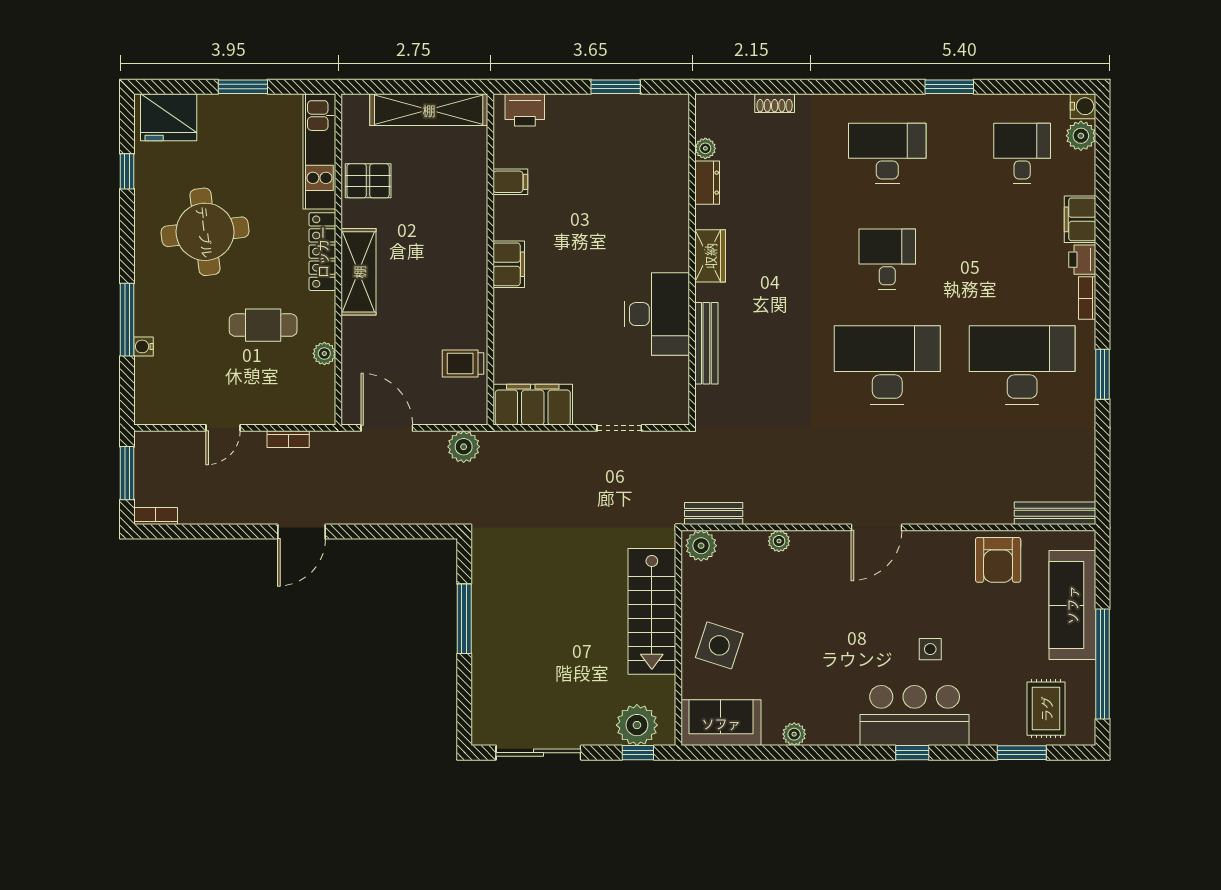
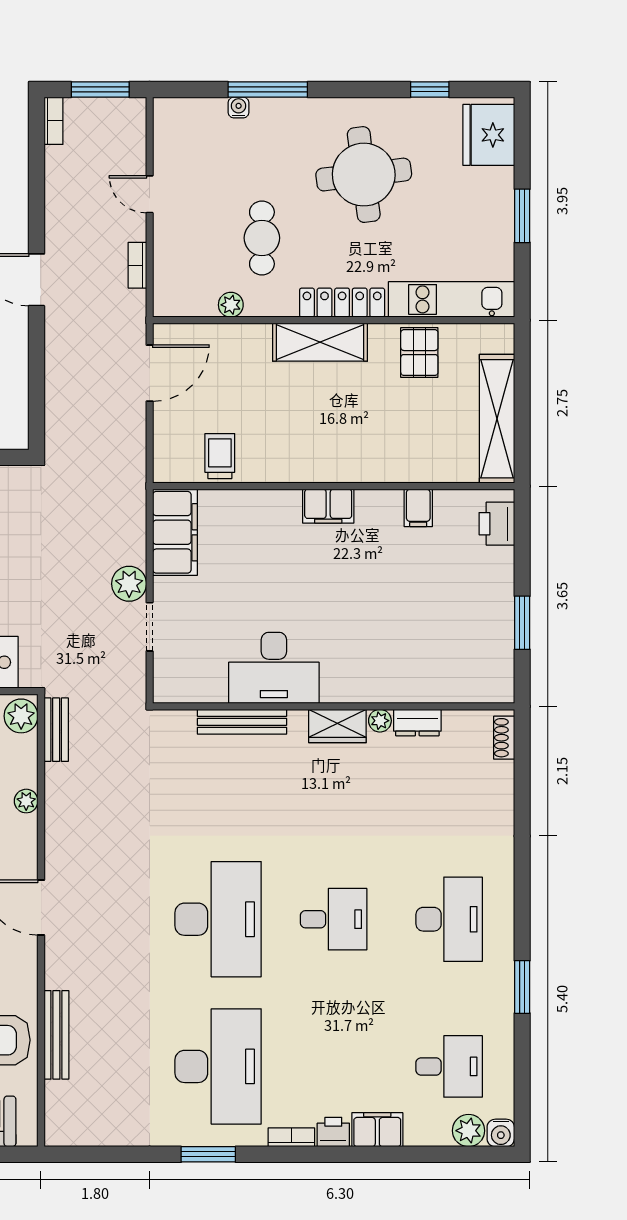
shoe rack: (775, 103) -> (504, 738), moved
plant: (705, 148) -> (380, 721), moved
plant: (464, 447) -> (129, 584), moved
bench: (1055, 513) -> (56, 1035), moved

